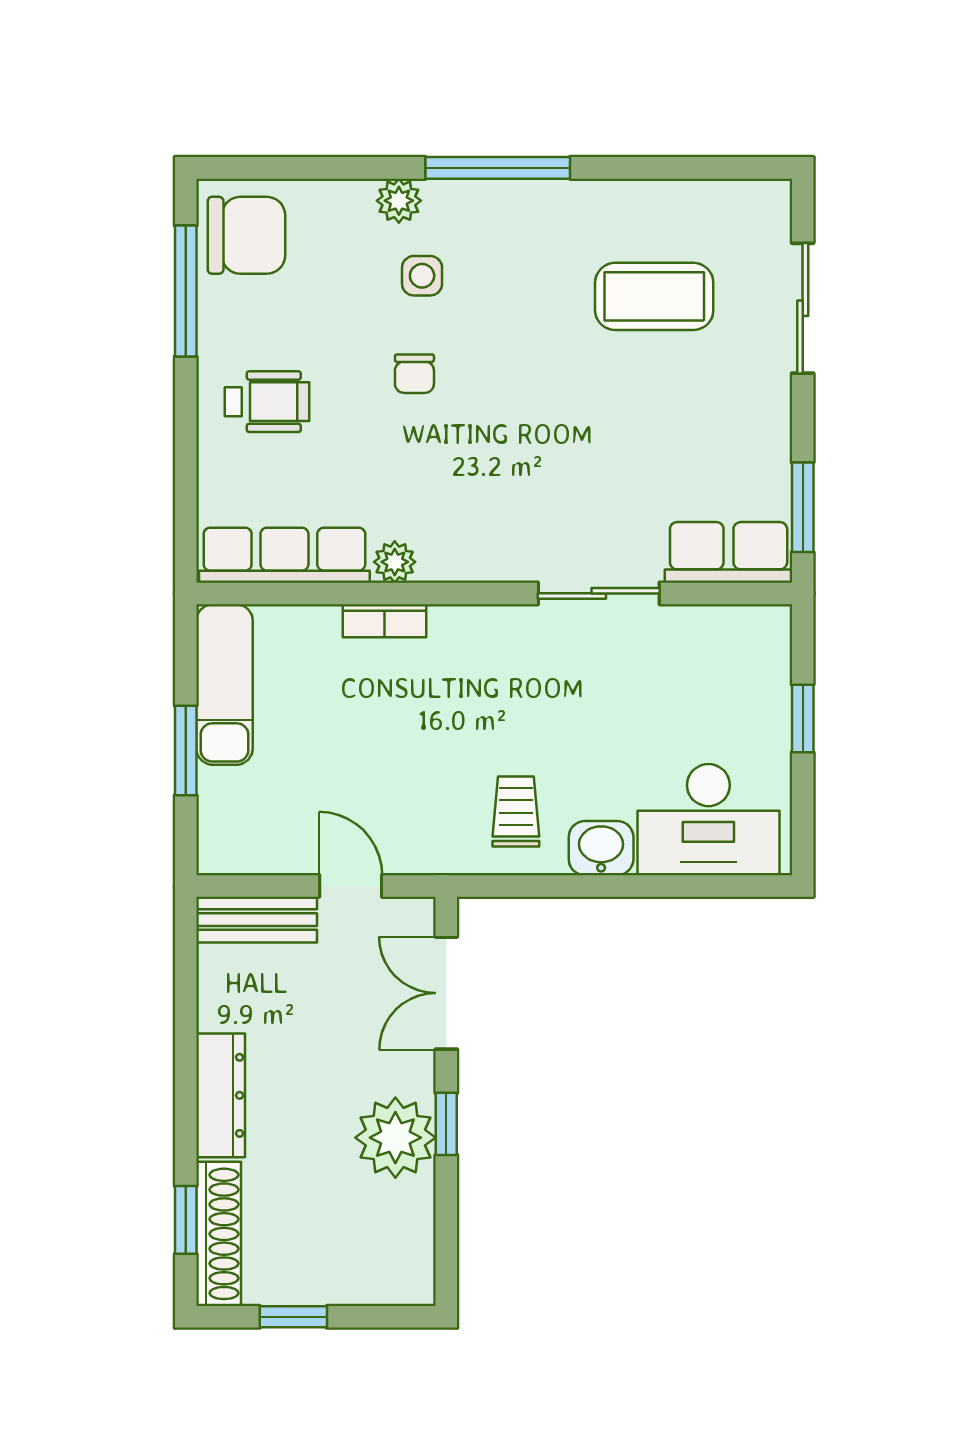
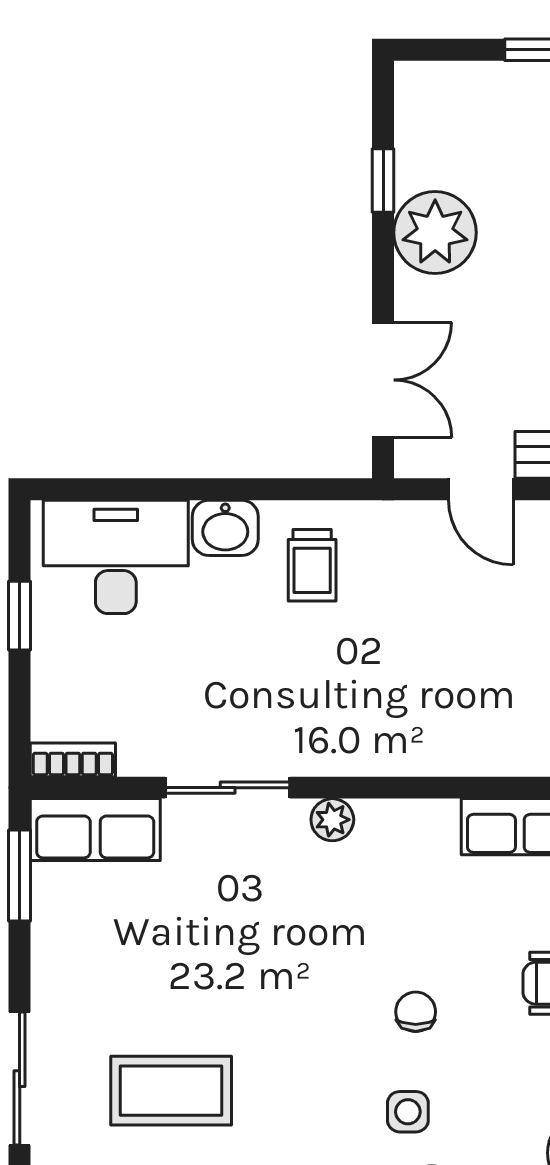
plant: (395, 562) -> (332, 820), moved
bookcase: (384, 621) -> (73, 760), moved
window: (803, 718) -> (20, 616), moved
window: (446, 1124) -> (383, 180), moved

